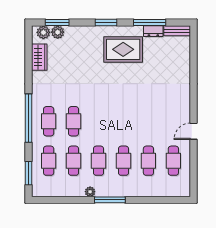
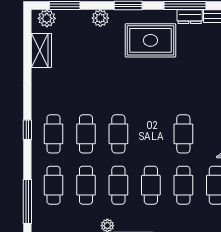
plant: (58, 32) -> (100, 18), moved
window: (29, 118) -> (27, 130), width x0.32
cafe table: (99, 121) -> (118, 134), added
cafe table: (148, 121) -> (183, 134), added
window: (29, 173) -> (27, 201), width x1.44

